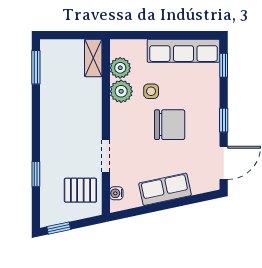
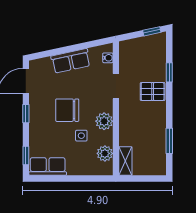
row of seats: (183, 51) -> (48, 167), width x0.68
window: (36, 67) -> (169, 141), moved
plant: (121, 91) -> (104, 121), moved
pallet: (80, 190) -> (153, 92), moved

